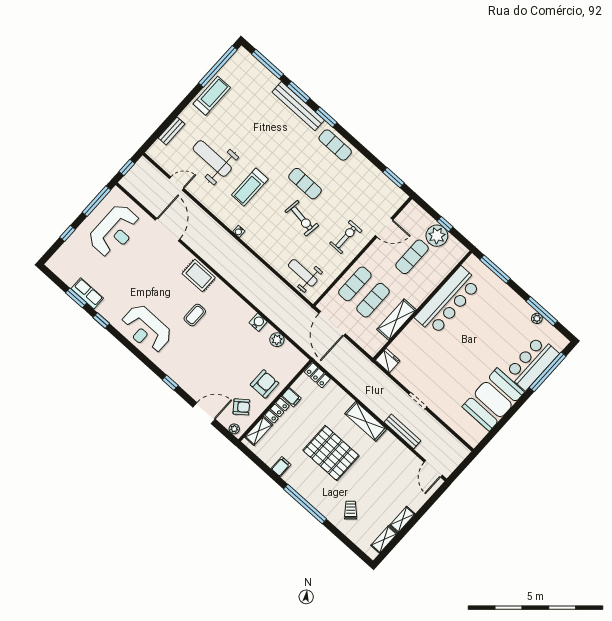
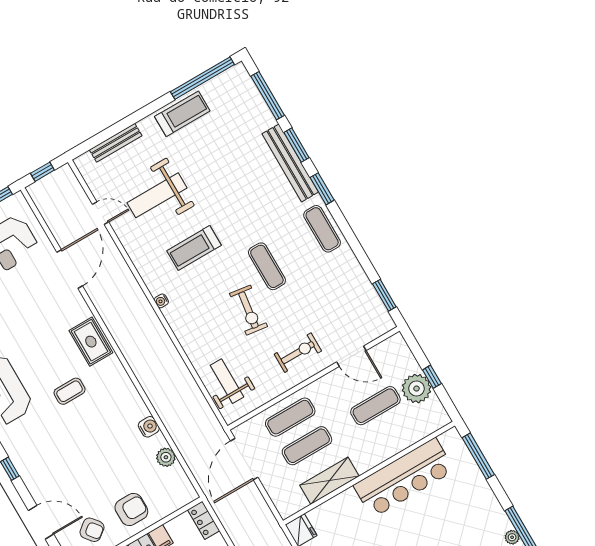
bench: (172, 131) -> (116, 143), width x1.36
weight bench: (212, 158) -> (157, 195), turned -90

